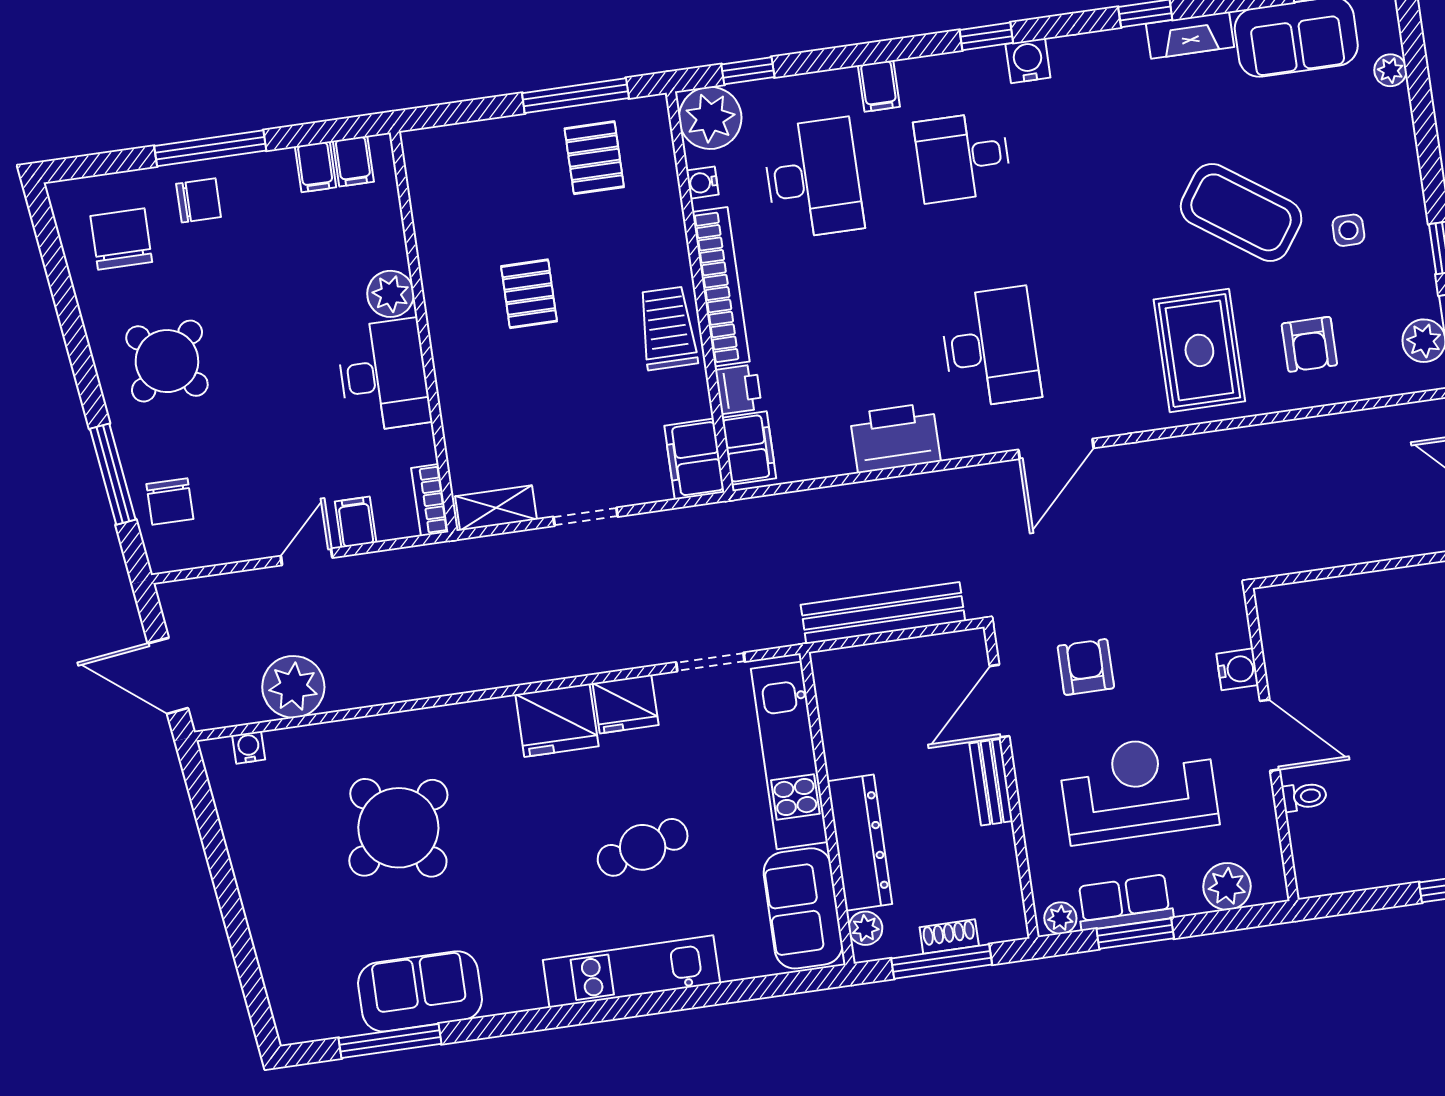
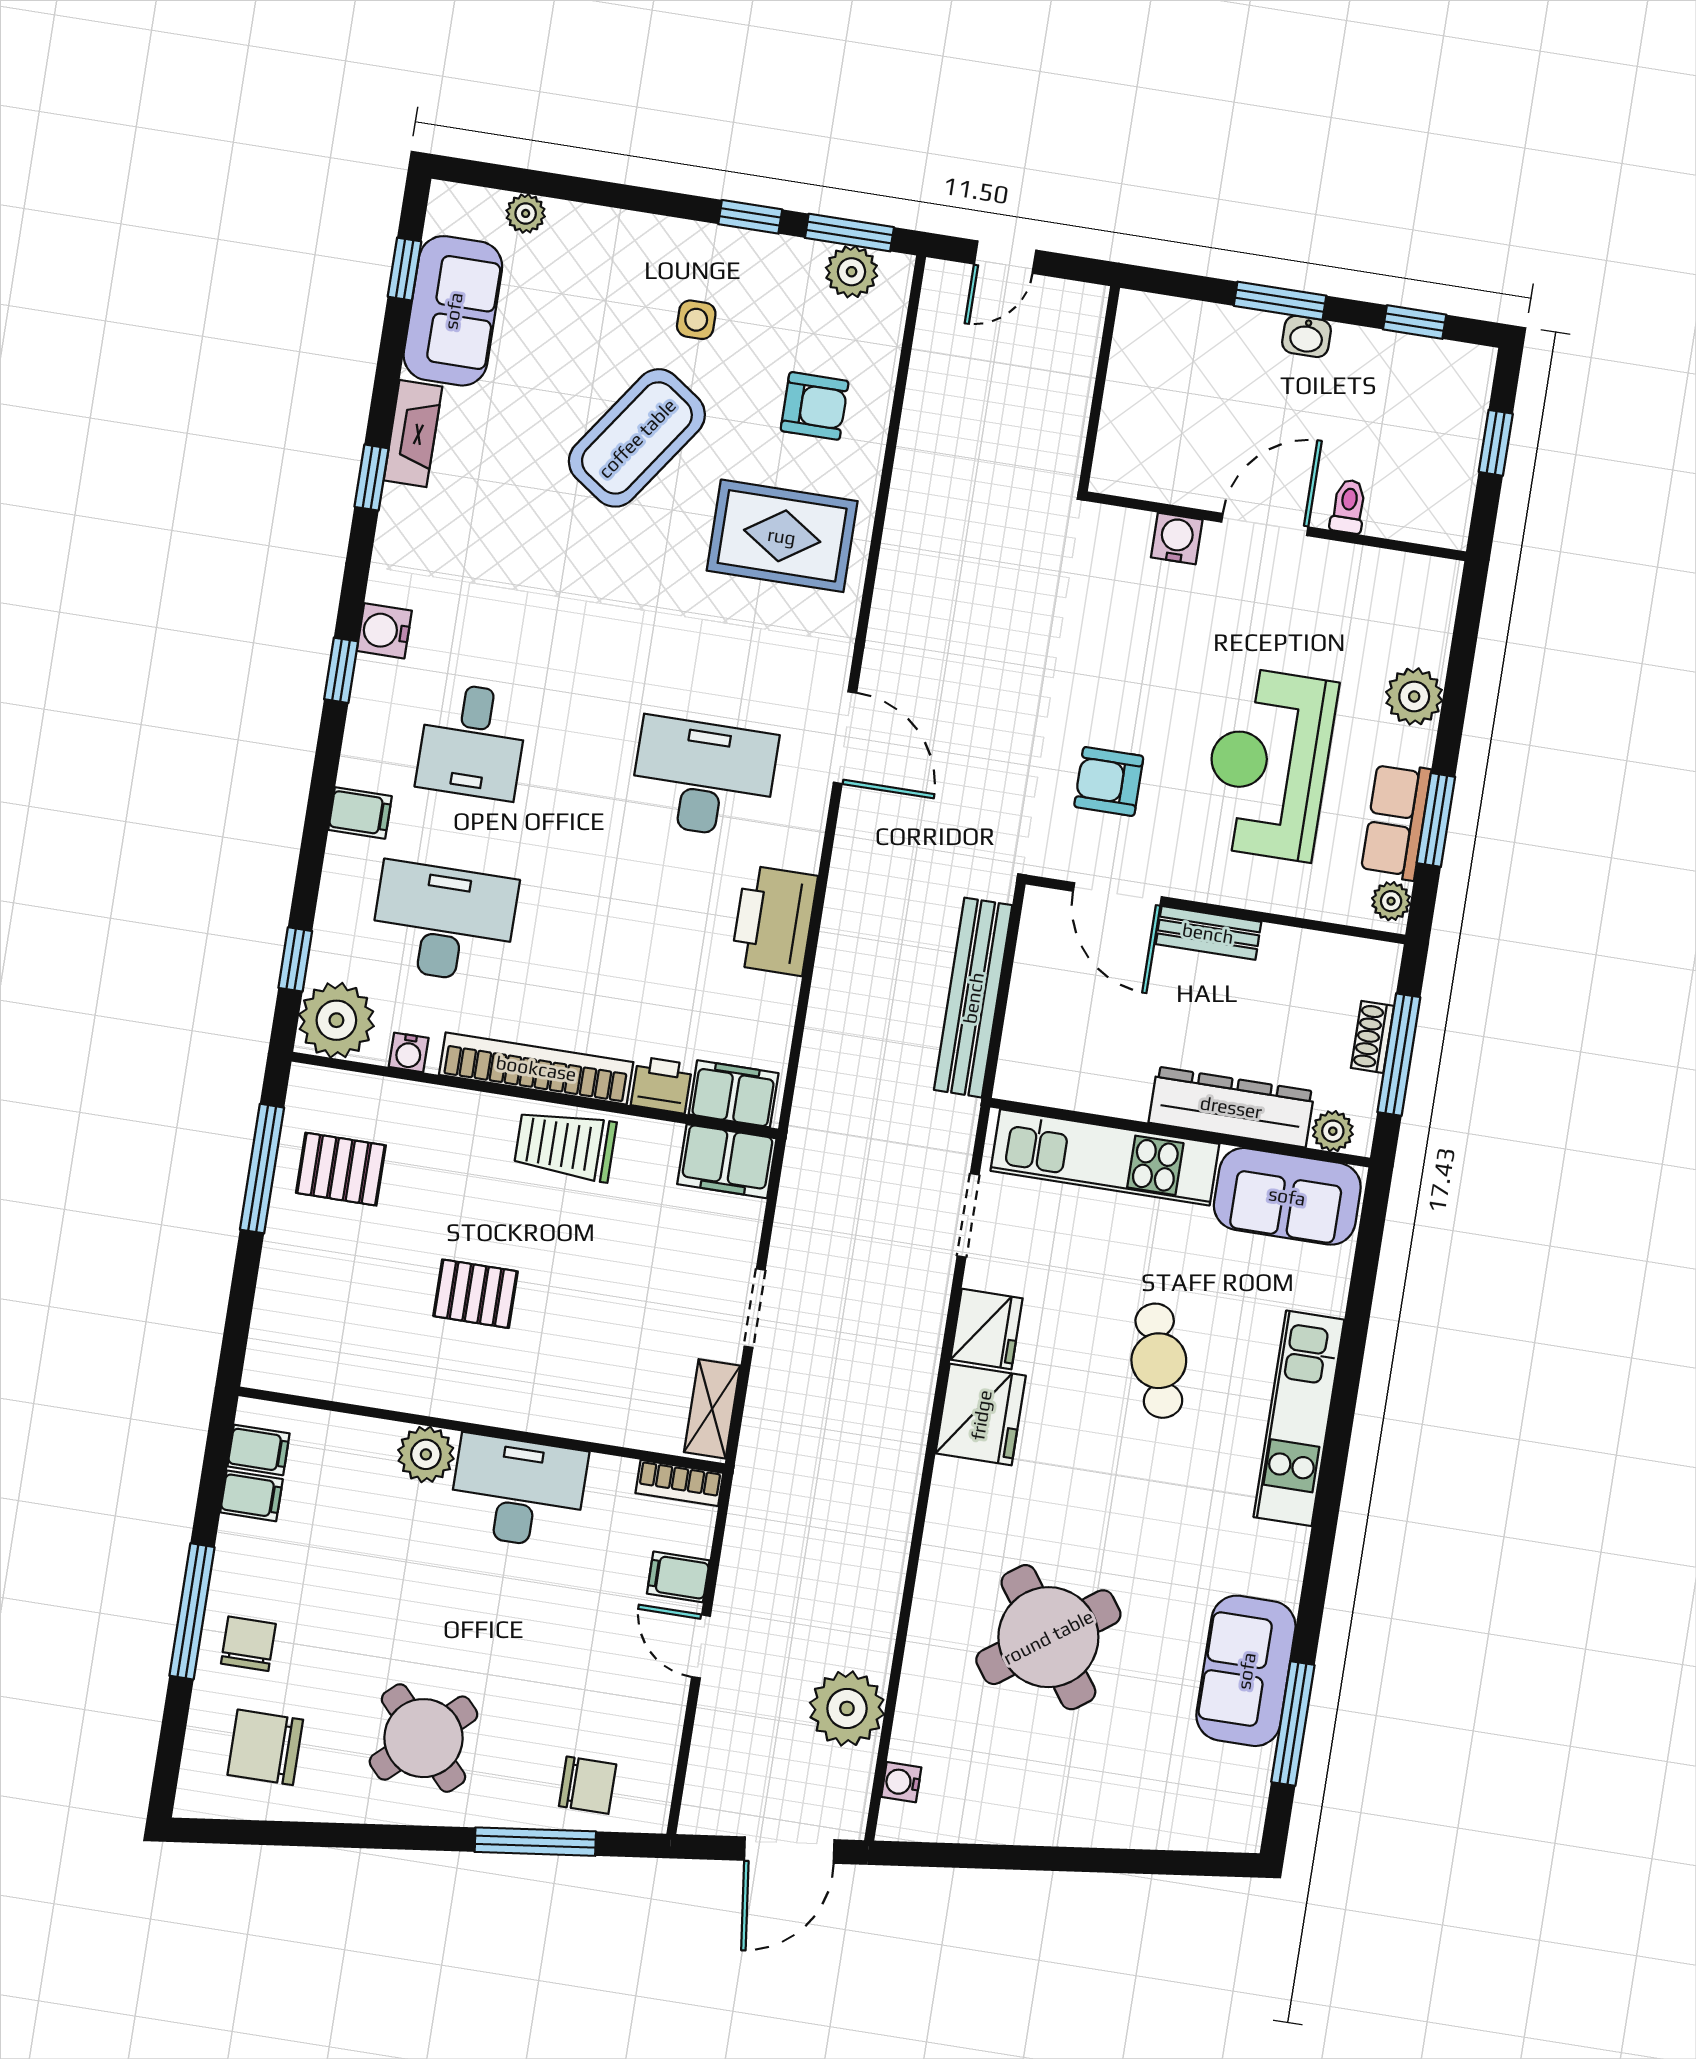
water cooler: (1237, 669) -> (1177, 538), moved
door: (1270, 735) -> (1265, 525), moved
wall: (1271, 745) -> (1276, 526), moved
toilet: (1304, 797) -> (1348, 506), moved

